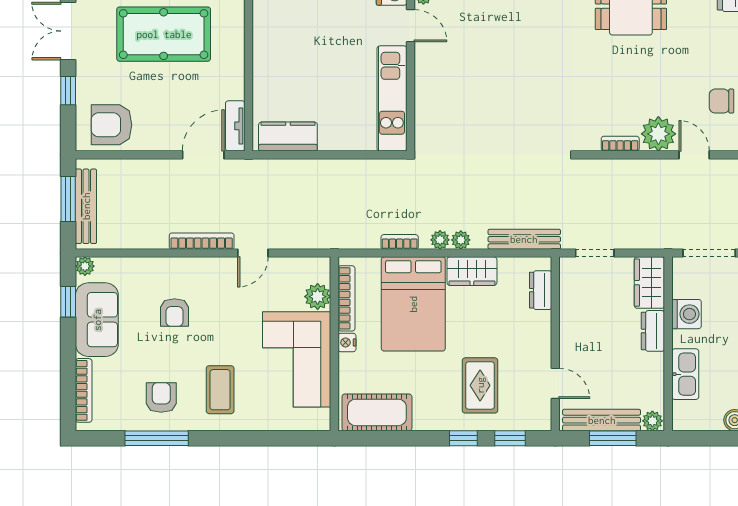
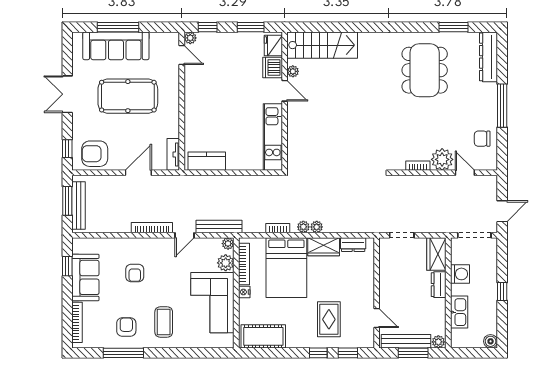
window: (68, 91) -> (67, 149), moved
door: (203, 155) -> (138, 173), moved
bench: (524, 239) -> (219, 226), moved
plant: (85, 266) -> (228, 244), moved
dresser: (541, 290) -> (353, 245), moved, turned -90

